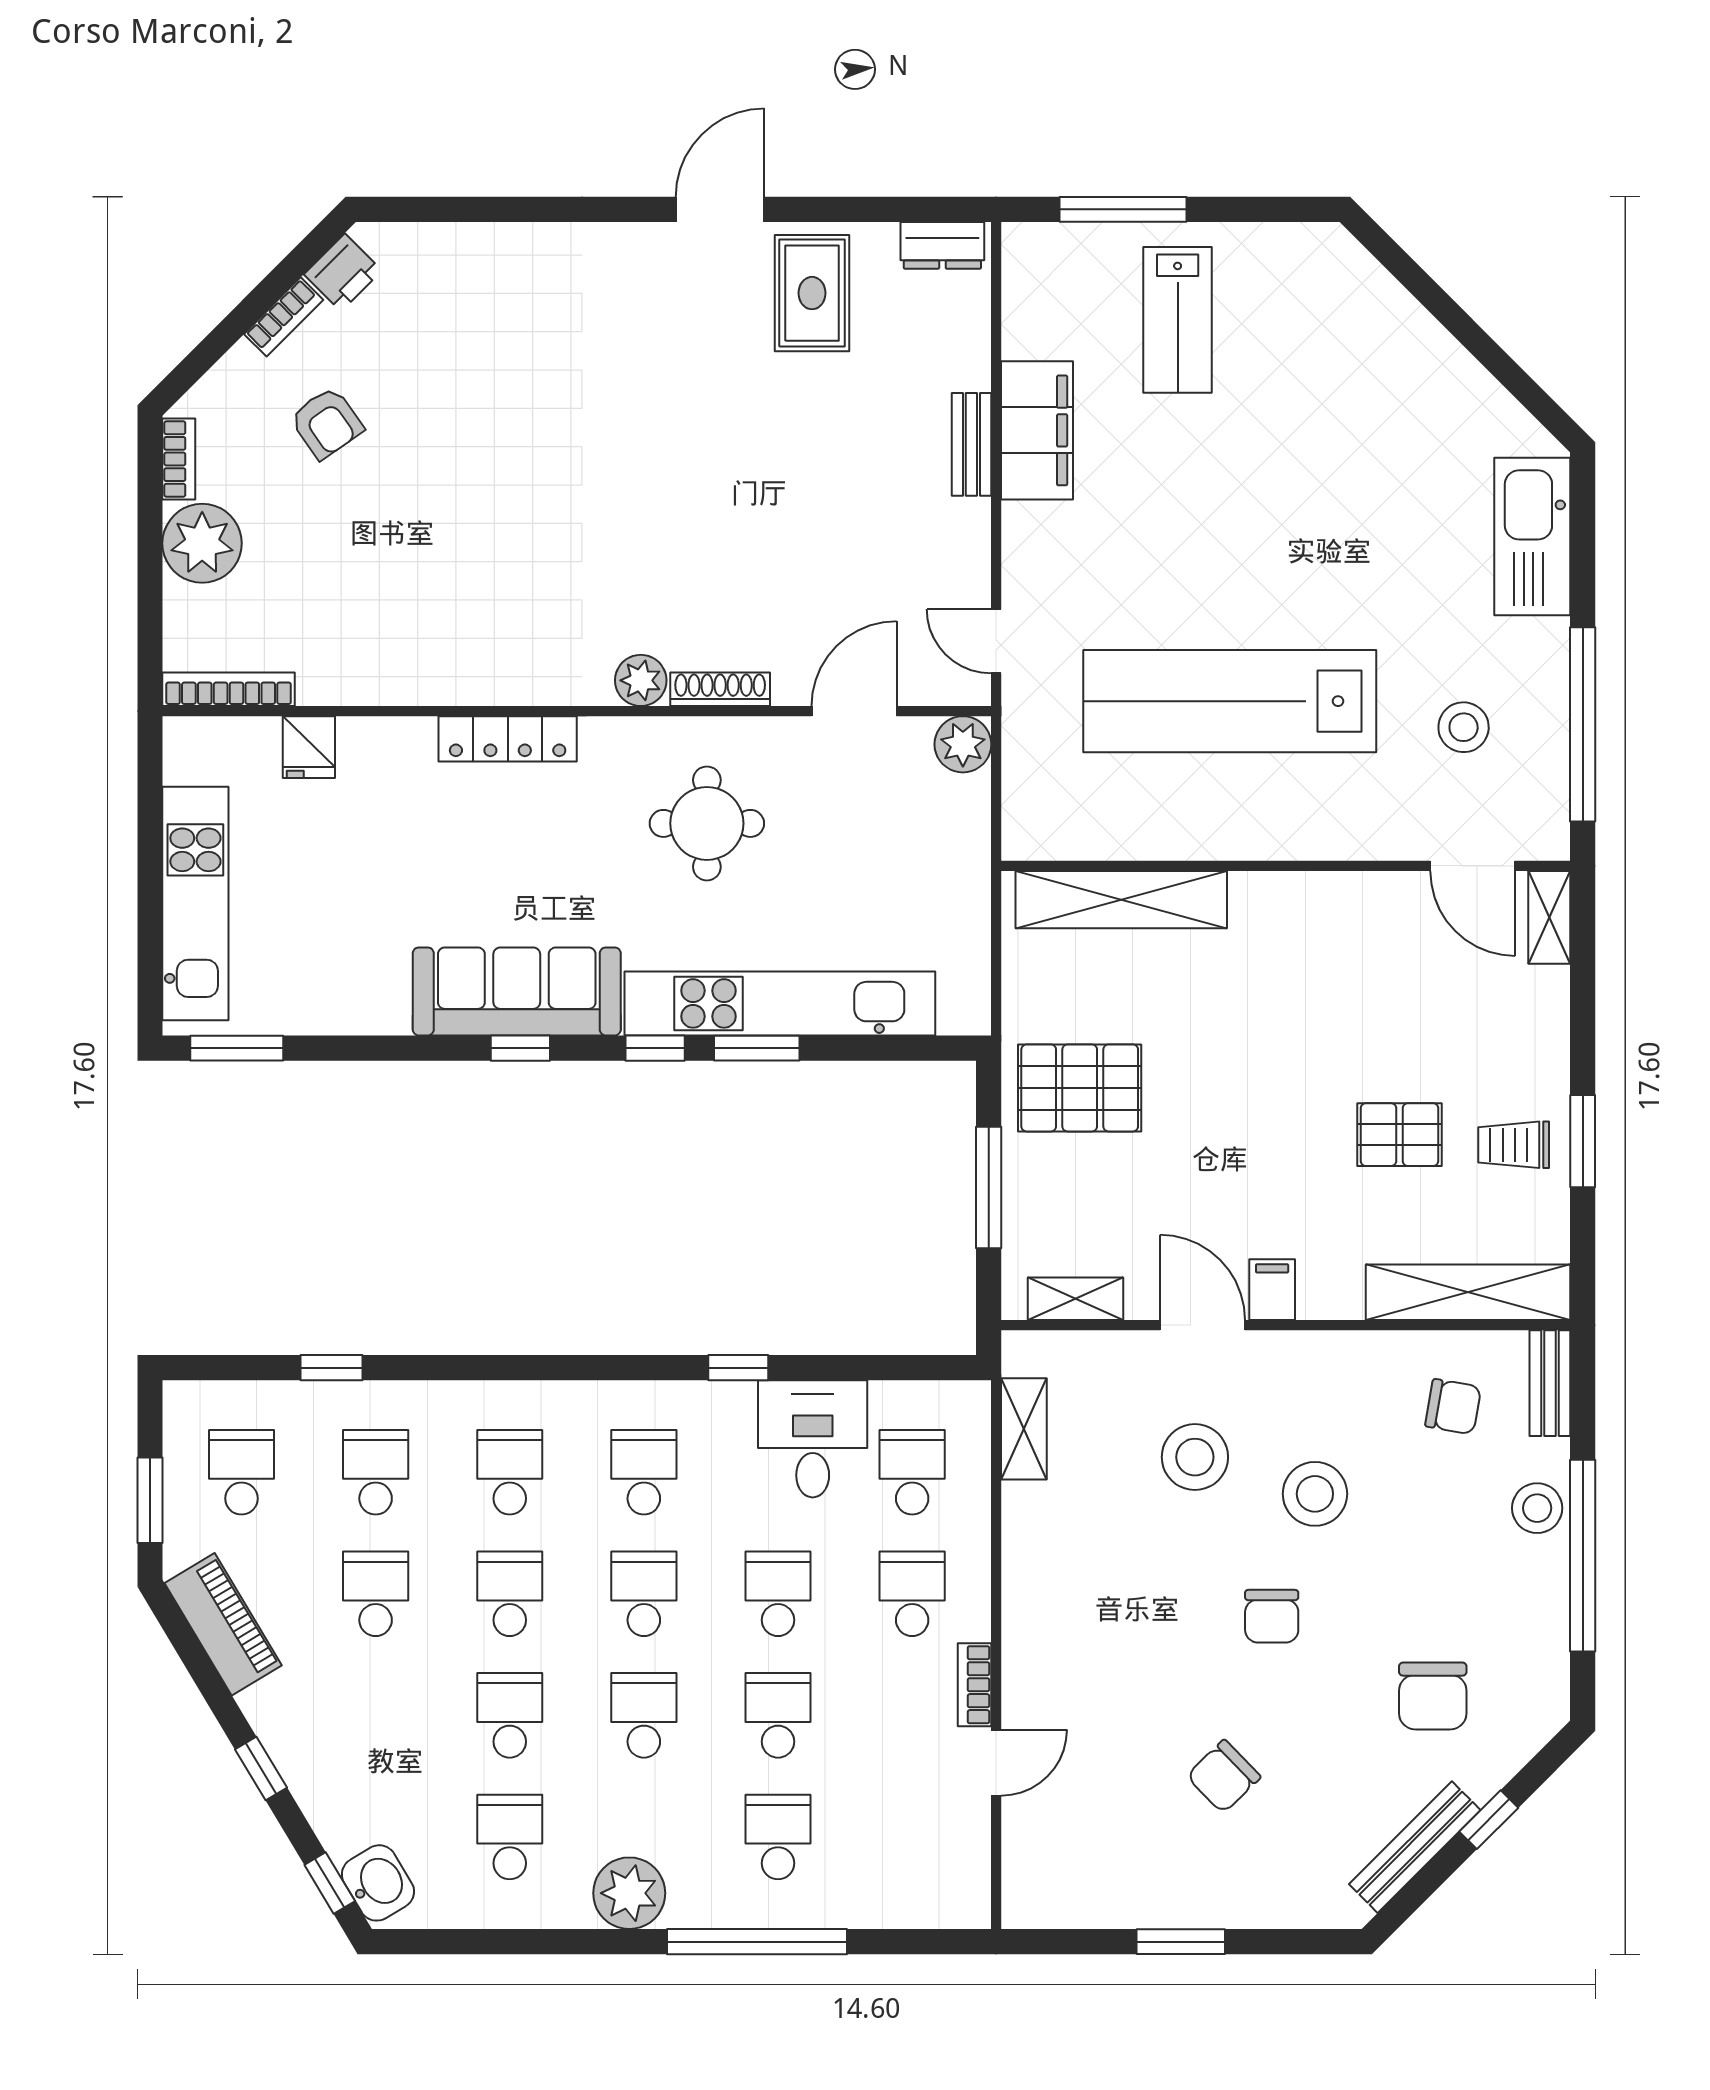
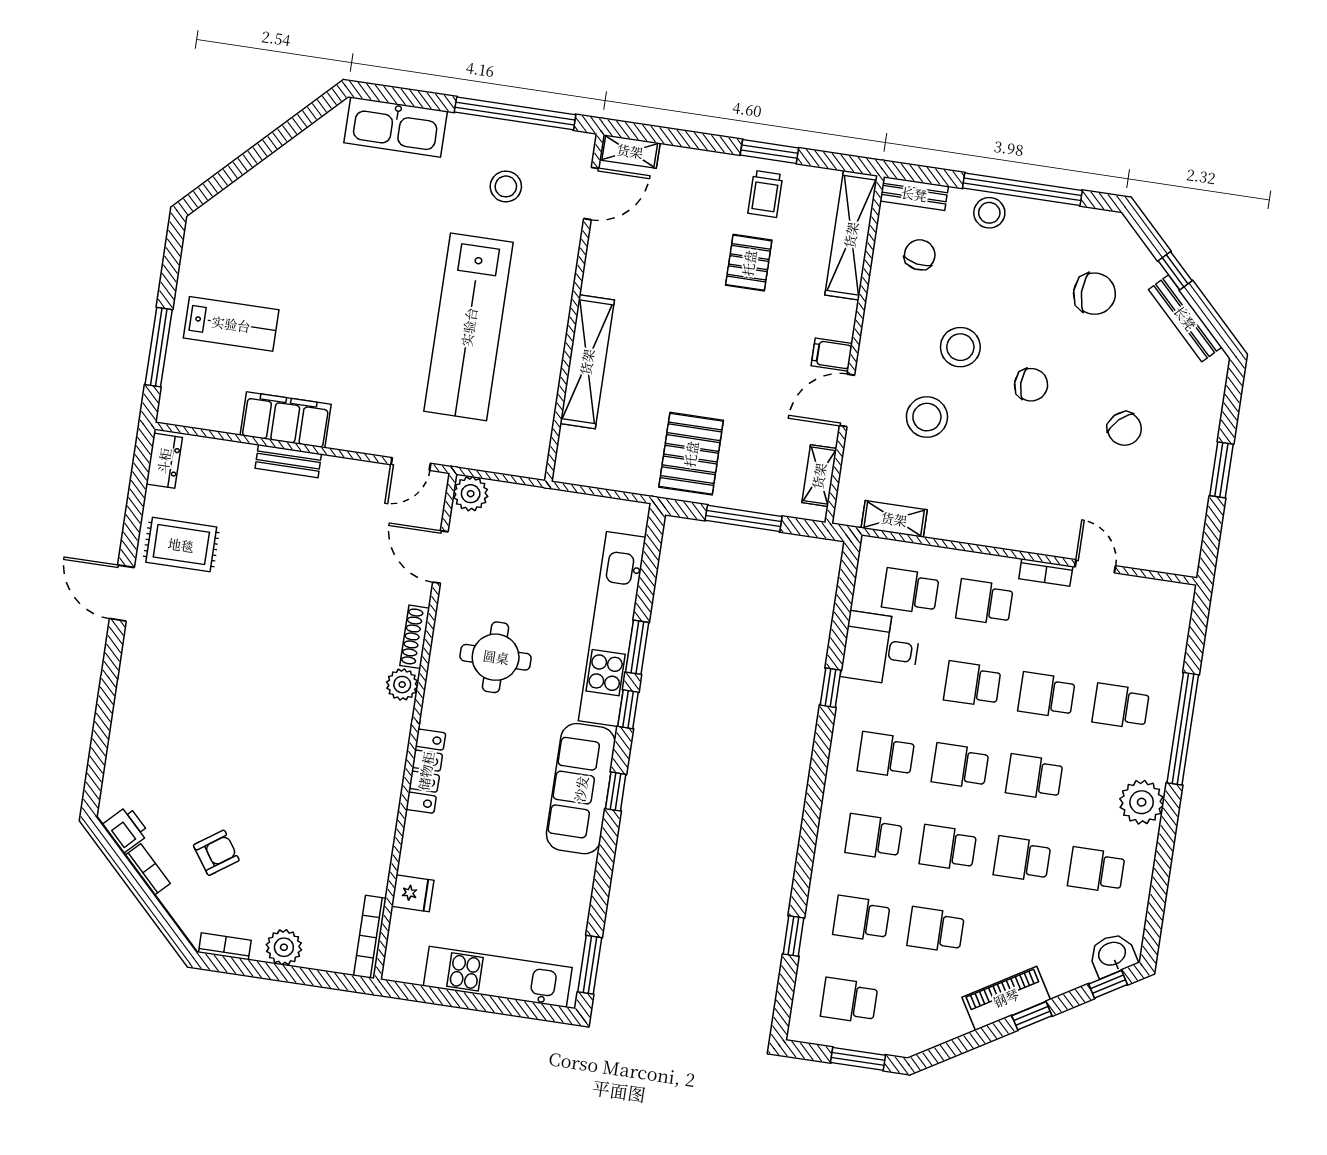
plant: (202, 543) -> (284, 947), width x0.73, depth x0.73
shelving: (1121, 900) -> (587, 362), moved
piano: (223, 1624) -> (1006, 998), moved

